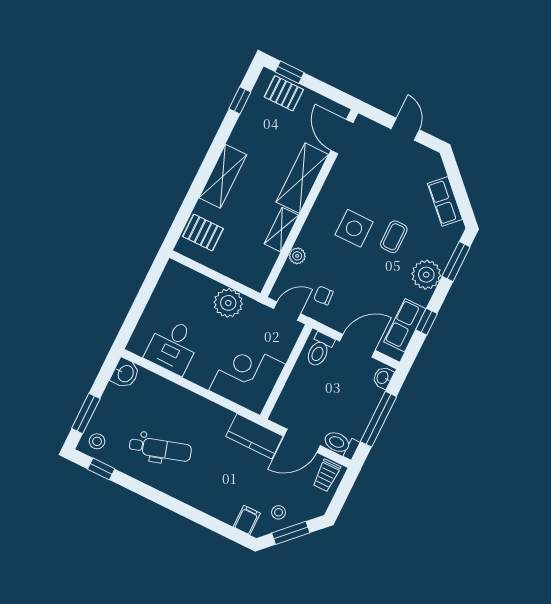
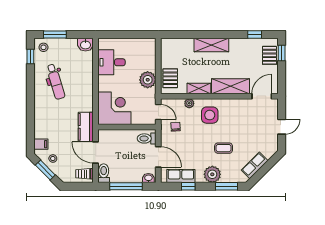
side table: (354, 228) -> (210, 115), moved
pallet: (203, 233) -> (170, 78), moved

